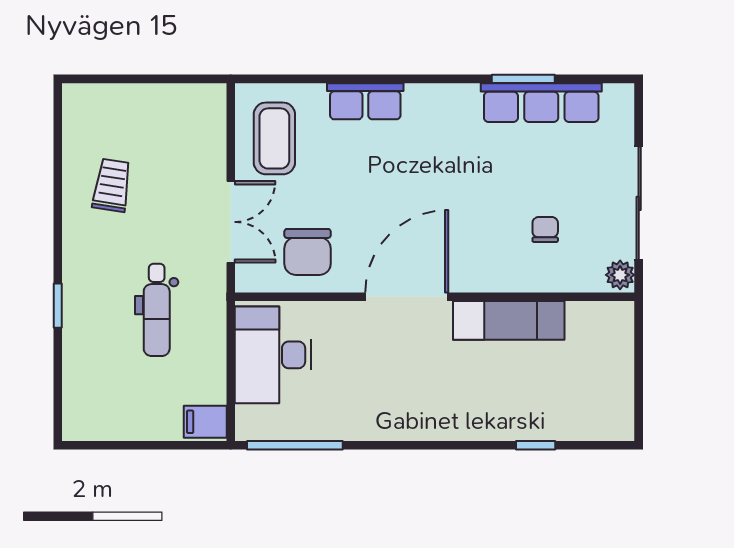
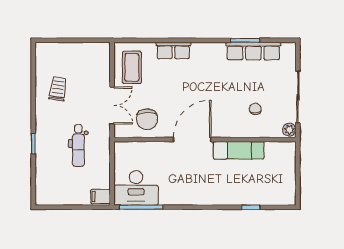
desk: (273, 355) -> (136, 188), moved, turned -90

